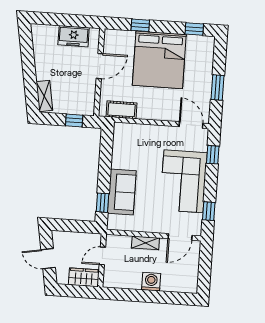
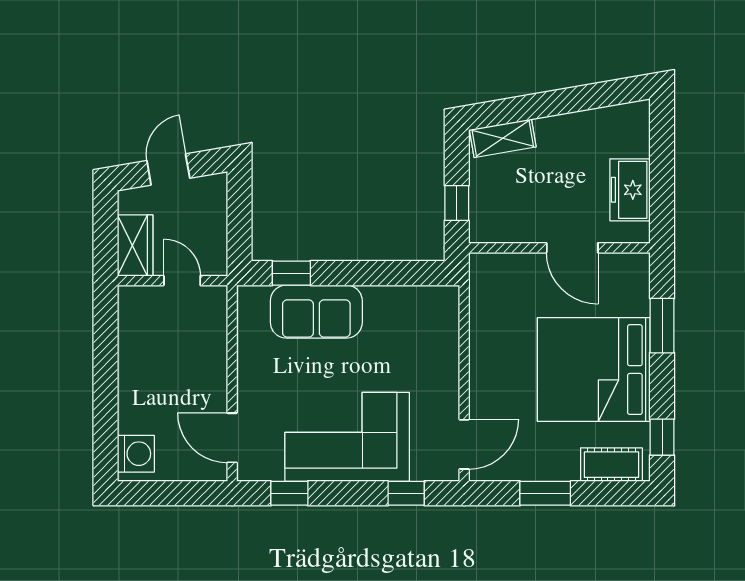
window: (140, 25) -> (662, 326), width x1.50
cot: (122, 110) -> (611, 465), moved, turned 90
shelving: (145, 243) -> (215, 368), removed
washing machine: (151, 282) -> (136, 454), moved

